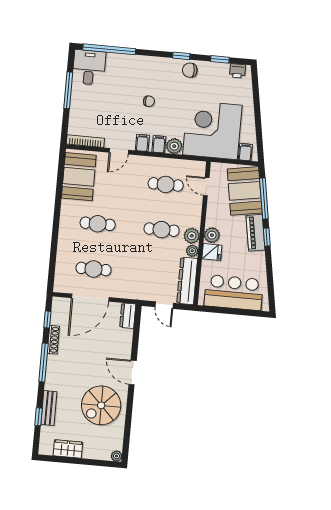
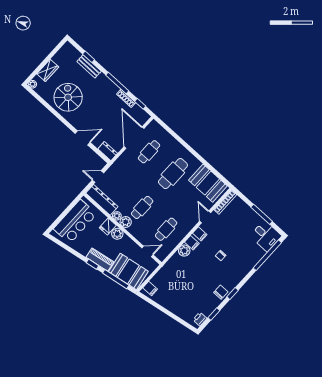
corner desk: (212, 130) -> (177, 279), removed
cafe table: (98, 224) -> (173, 174), width x1.37, depth x1.35
door: (133, 372) -> (83, 138), moved
wardrobe: (68, 449) -> (48, 70), moved

